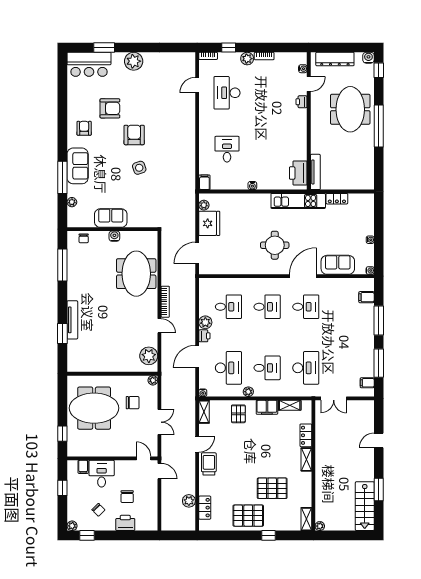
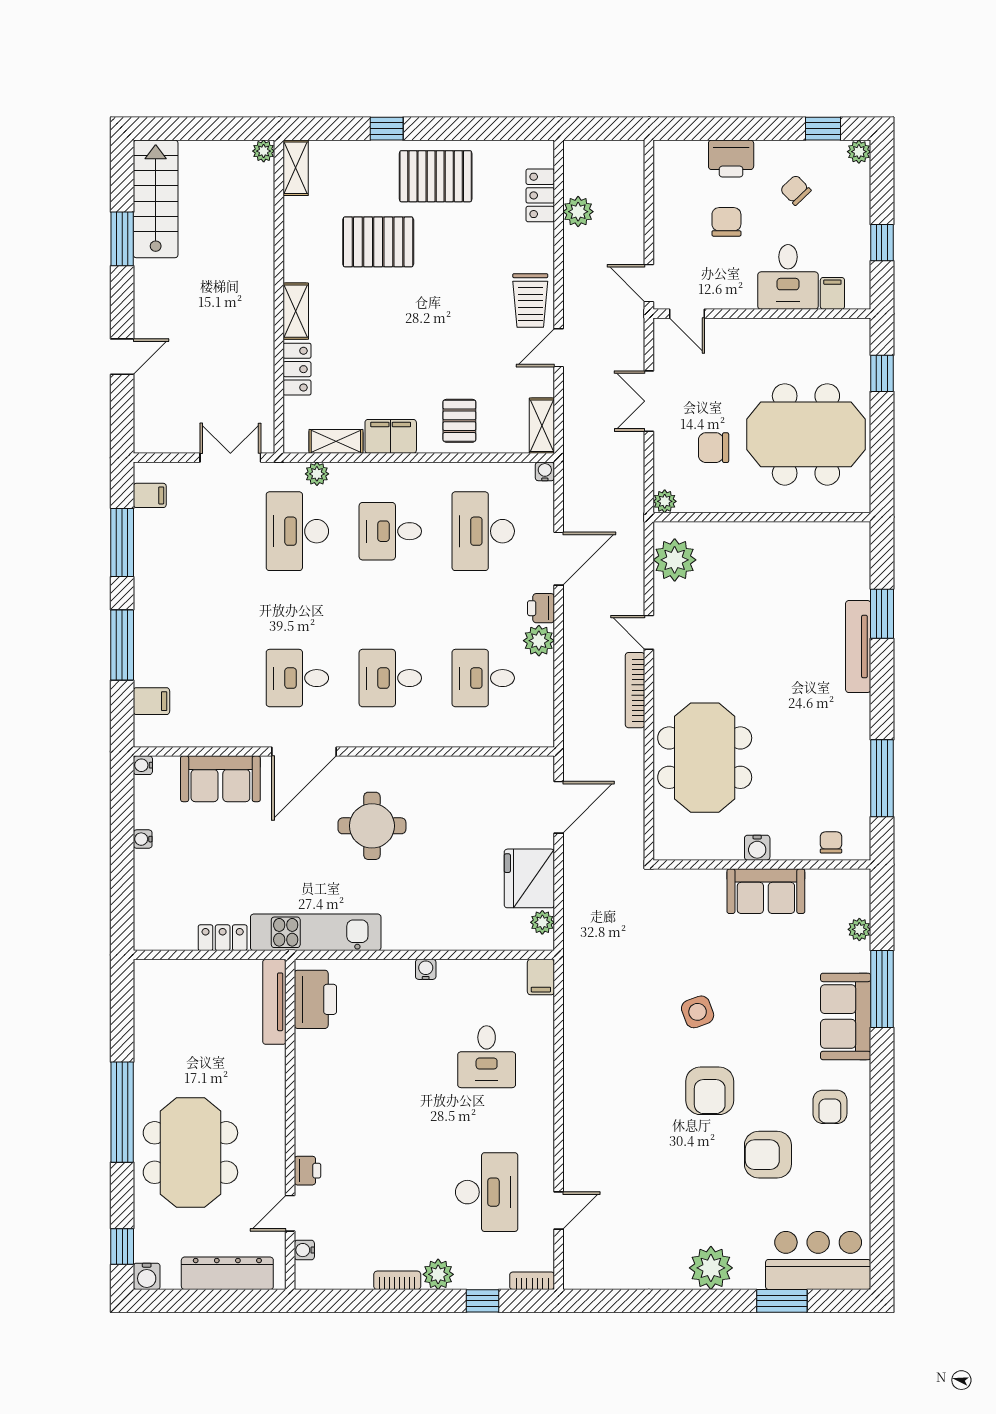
plant: (248, 392) -> (317, 474), moved

